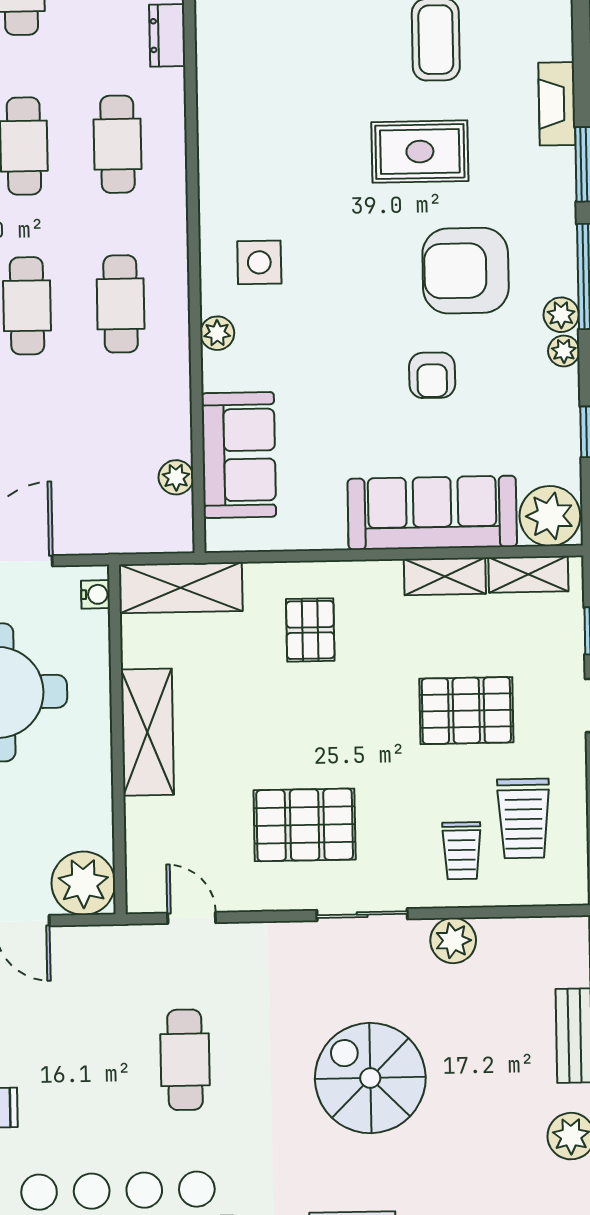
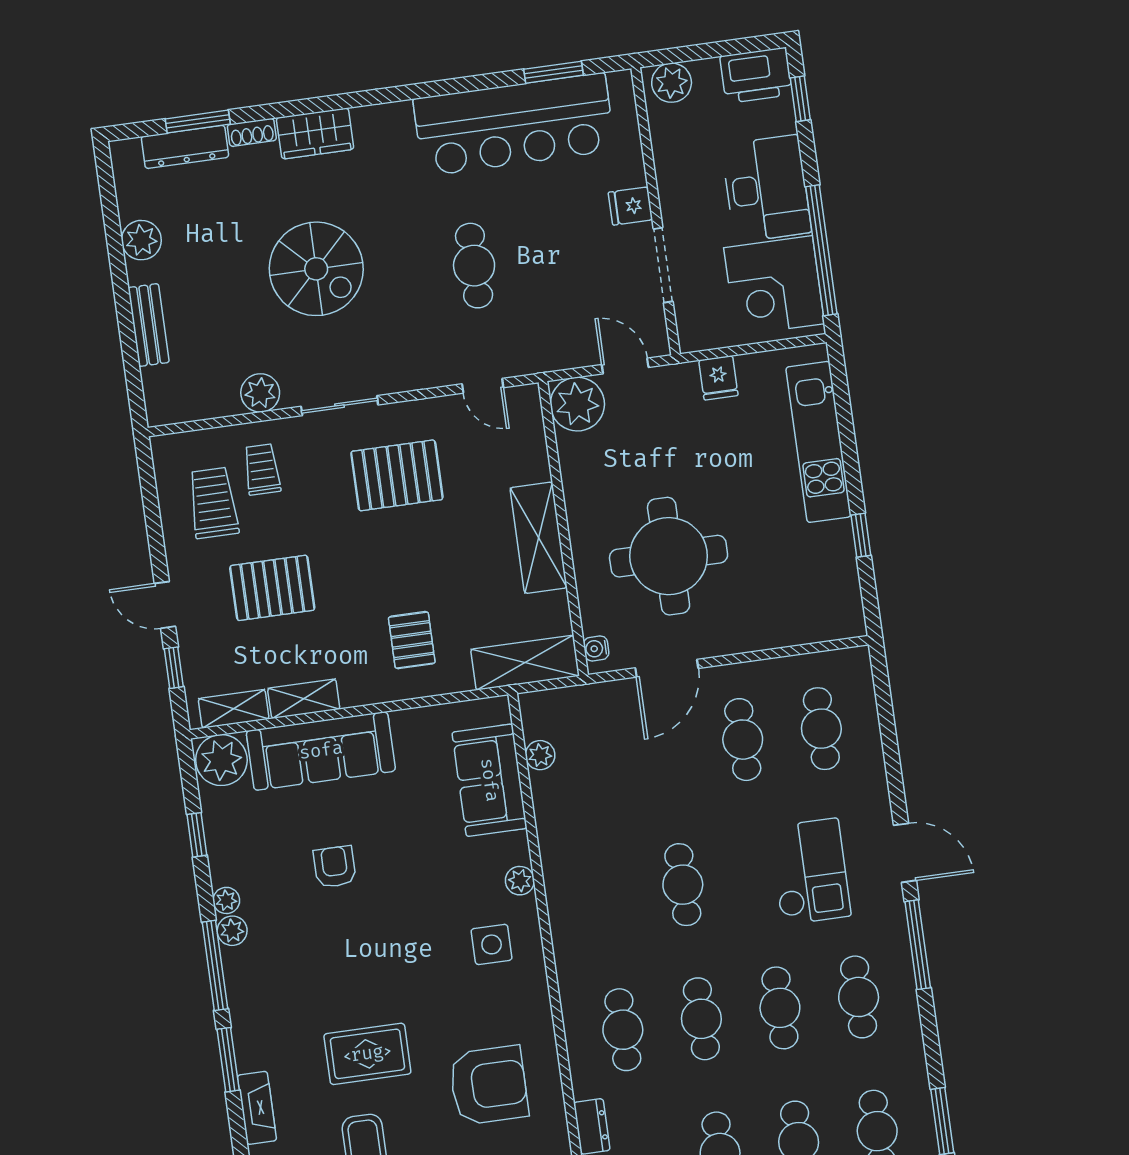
armchair: (466, 271) -> (489, 1085), moved
cafe table: (121, 304) -> (604, 896), removed

